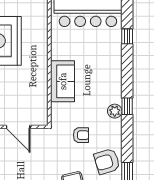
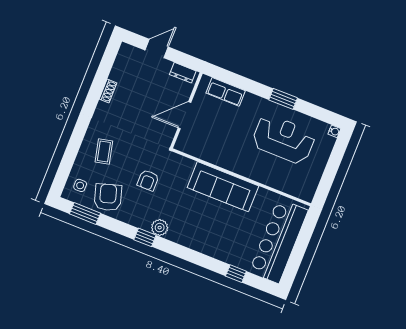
sofa: (63, 81) -> (223, 187), width x1.36
window: (127, 106) -> (145, 237), moved

